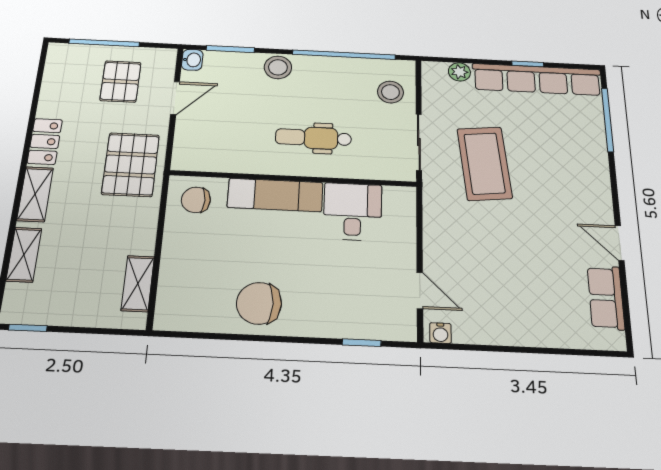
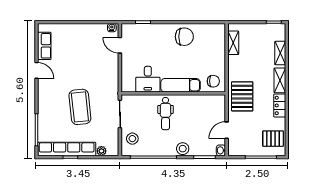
pallet: (121, 81) -> (273, 139), moved, turned 90
dental chair: (313, 138) -> (166, 114), turned 90
coffee table: (484, 163) -> (80, 107), moved

